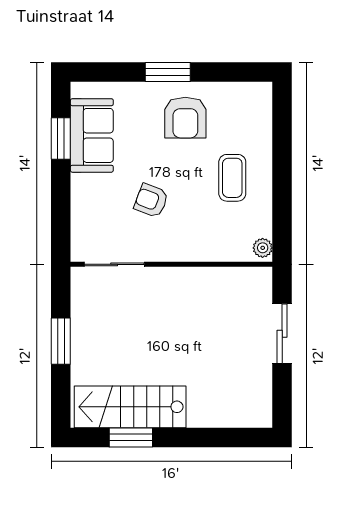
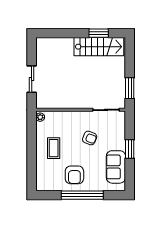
window: (168, 72) -> (82, 195), width x2.11
armchair: (185, 118) -> (74, 175), turned 180
window: (61, 138) -> (130, 149), moved
window: (61, 341) -> (130, 88), moved

